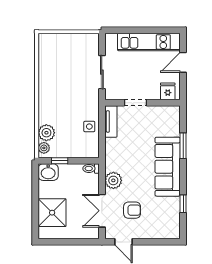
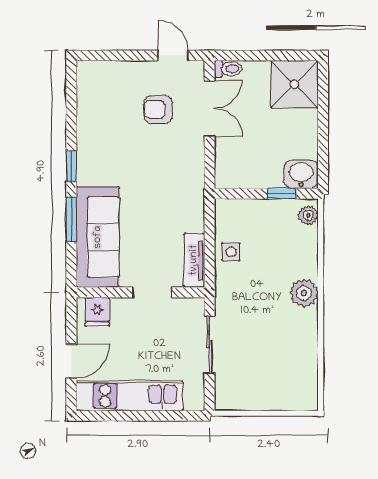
plant: (46, 133) -> (304, 293), moved
sofa: (168, 167) -> (98, 237), moved
toilet: (91, 168) -> (228, 69), moved
plant: (113, 180) -> (190, 160), removed
window: (183, 204) -> (71, 166), moved
shower: (52, 213) -> (294, 84), moved

